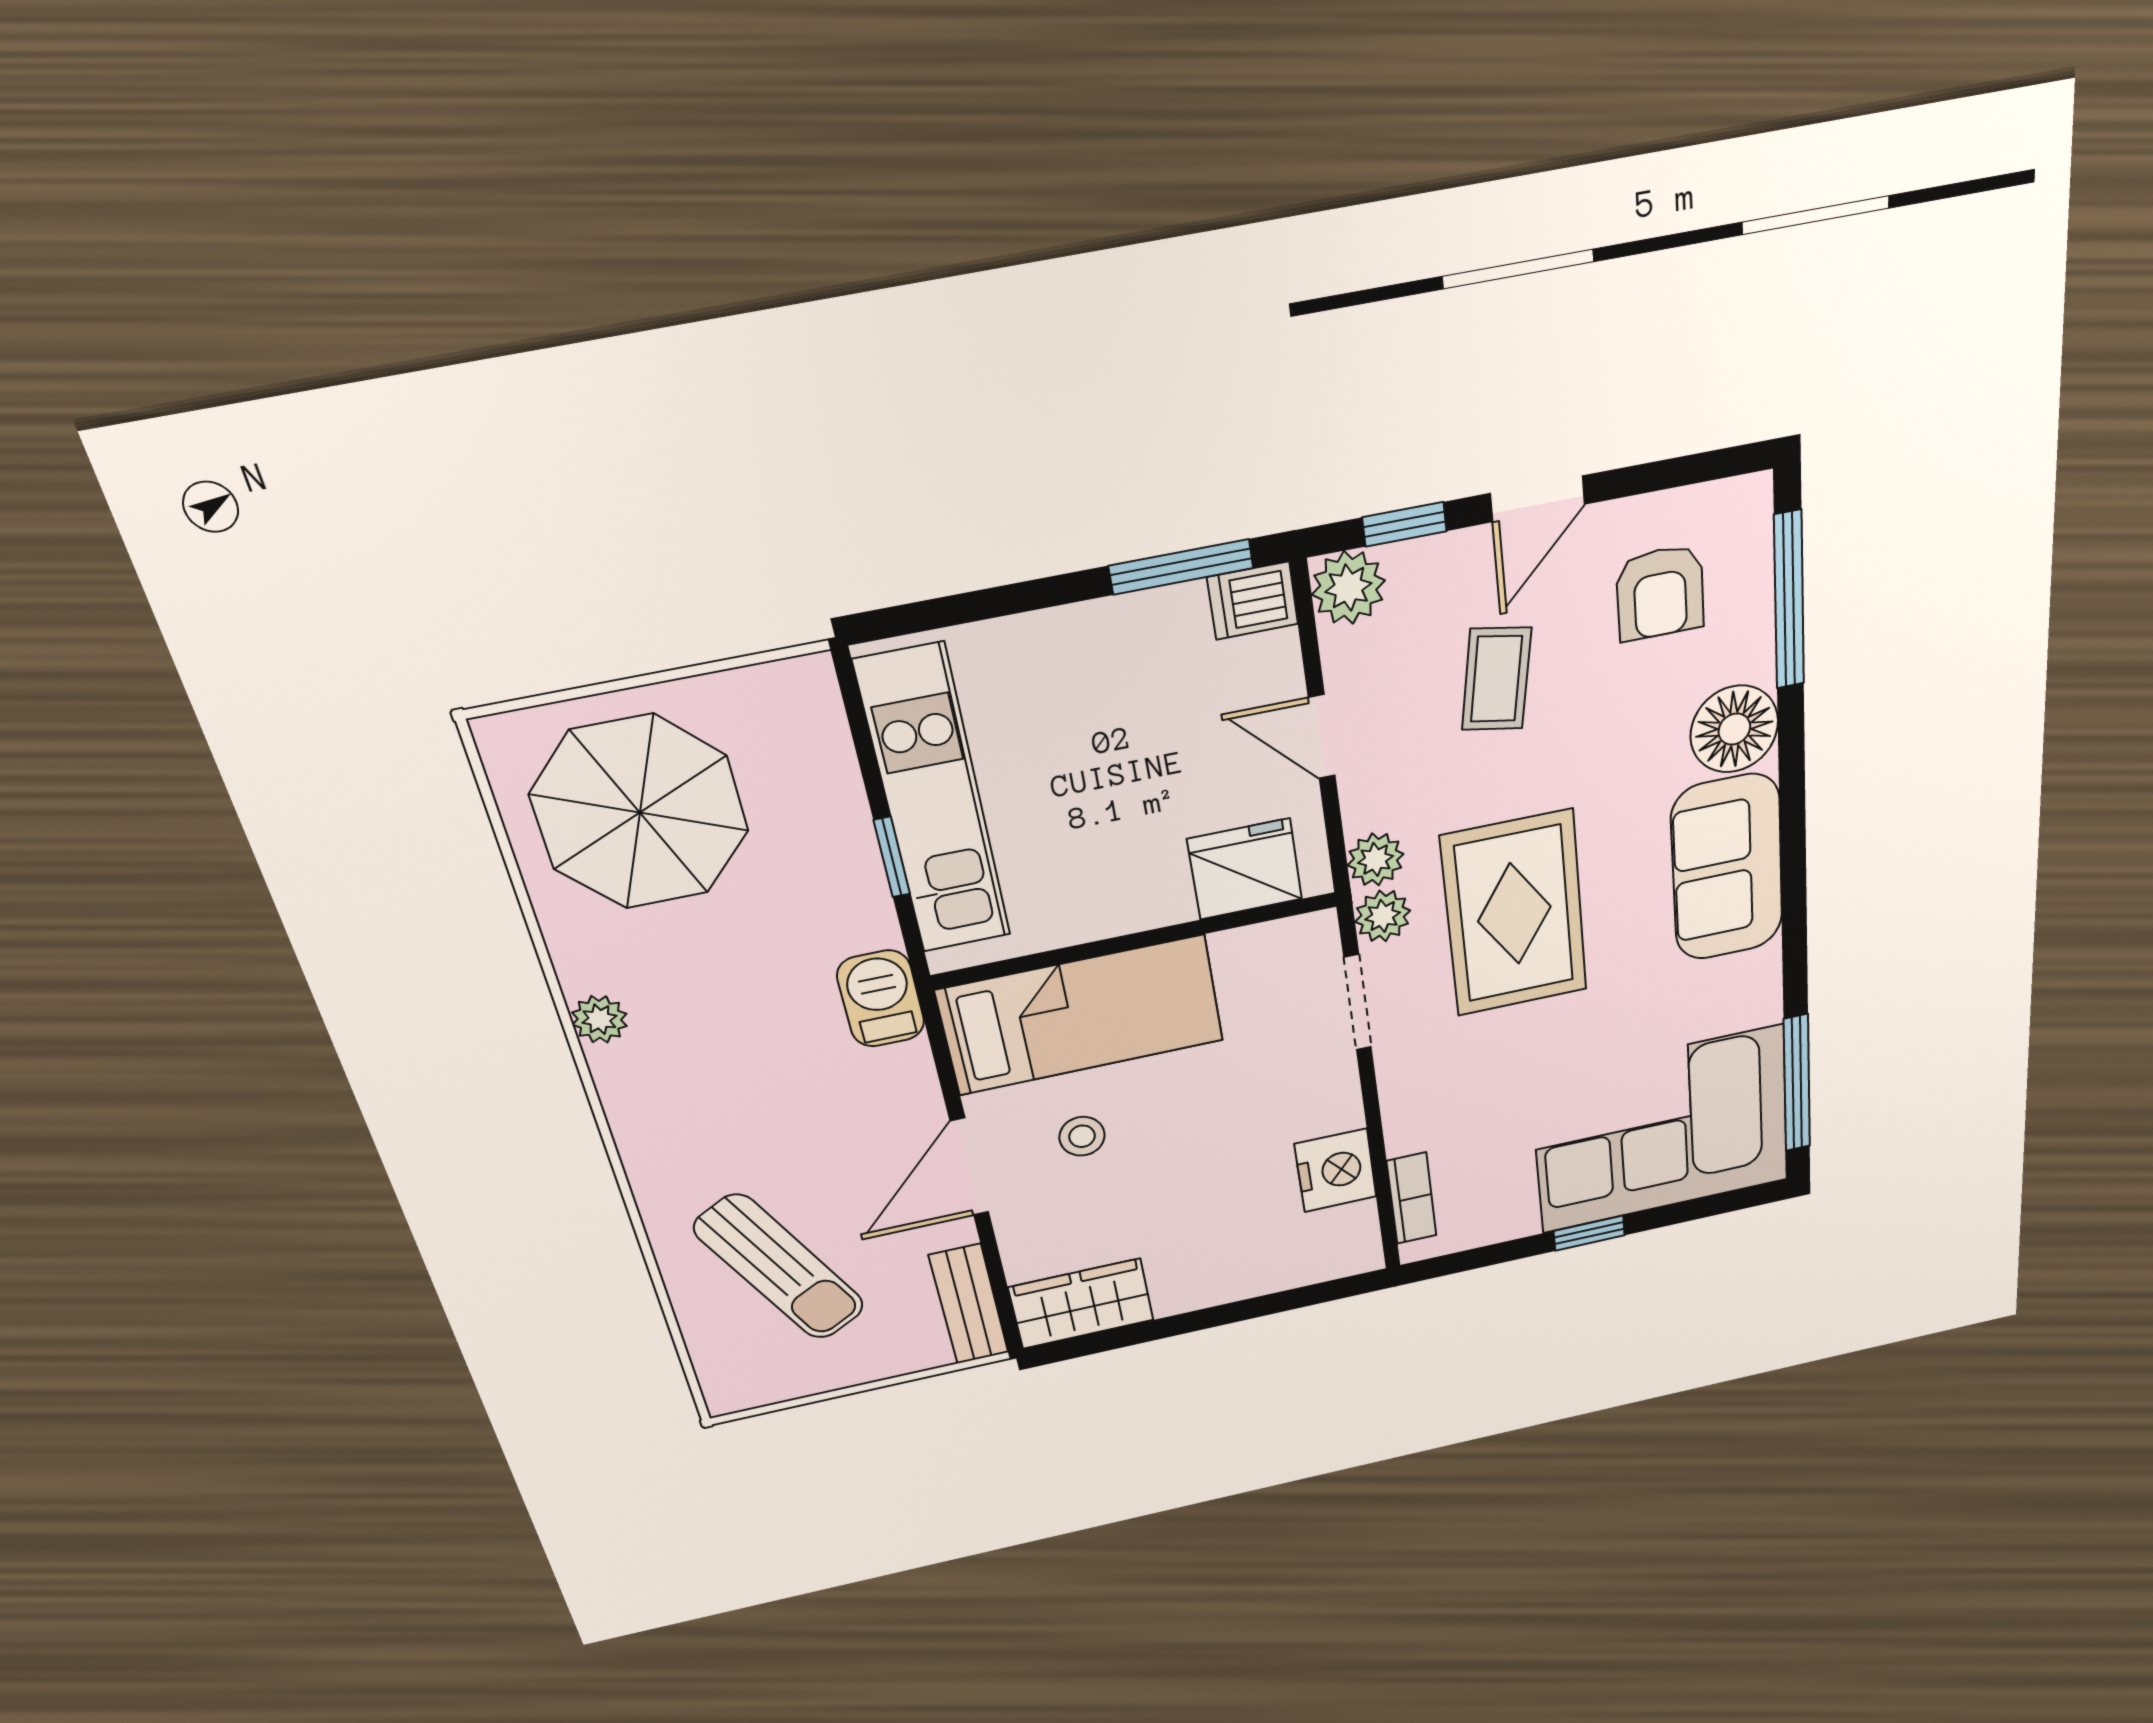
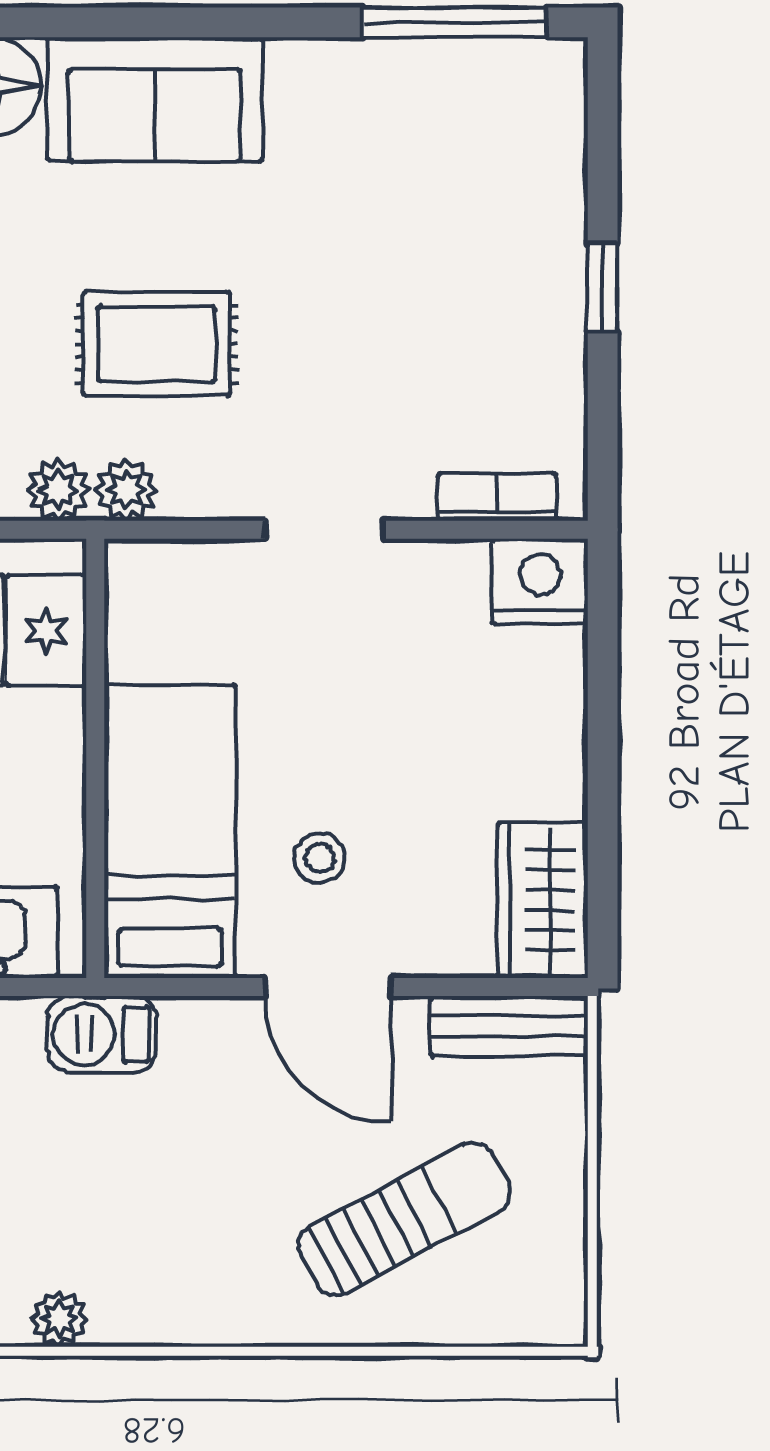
rug: (1514, 914) -> (157, 344), width x0.73, depth x0.70
doorway: (1358, 1002) -> (324, 530), moved
corner sofa: (1662, 1130) -> (478, 190), removed
nightstand: (1336, 1170) -> (540, 581), moved

